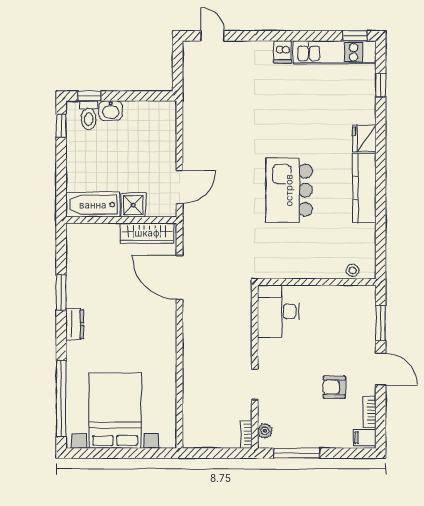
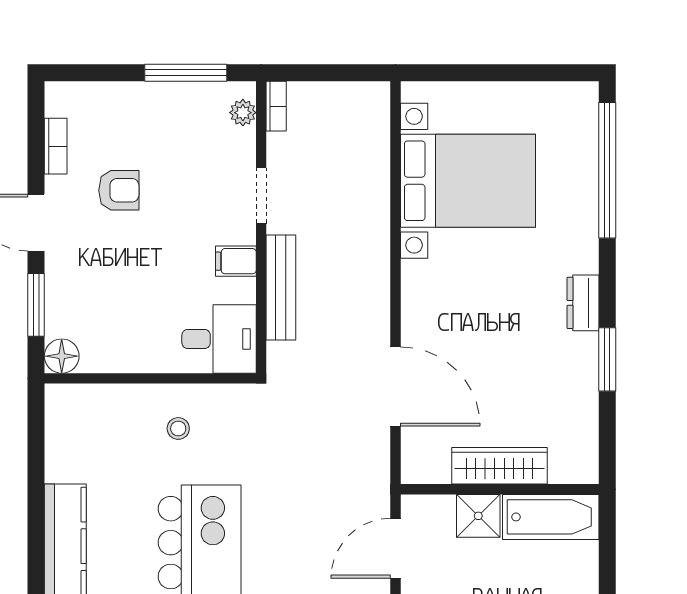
wardrobe: (147, 233) -> (500, 466), moved
stool: (353, 270) -> (178, 428), moved
floor lamp: (366, 295) -> (62, 356), added
desk: (278, 311) -> (219, 339), width x0.73
bench: (244, 333) -> (281, 287), added
bed with nightstands: (115, 411) -> (468, 181), moved, turned -90
filing cabinet: (365, 438) -> (236, 261), moved, turned 180

